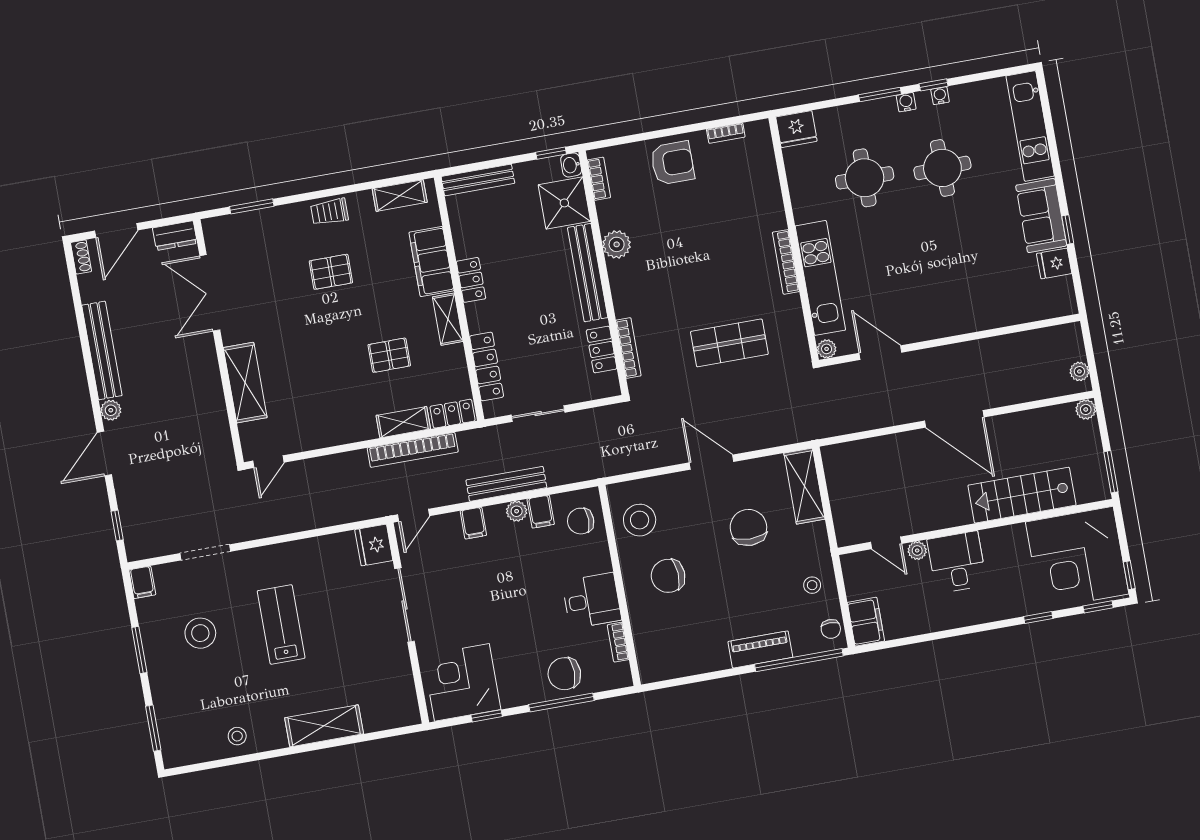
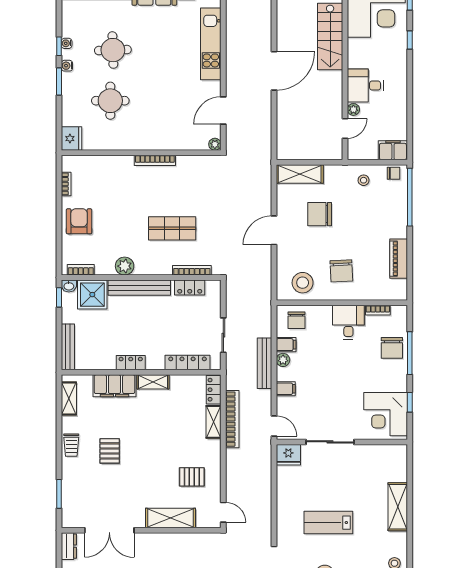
kitchen unit: (820, 278) -> (211, 44), moved, turned -90
shop shelf: (729, 343) -> (172, 228), moved, turned 90
pallet: (389, 355) -> (192, 477), moved, turned 90
piano: (760, 649) -> (399, 259), moved

